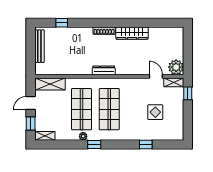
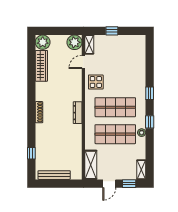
wardrobe: (132, 33) -> (41, 66), moved
plant: (176, 34) -> (43, 42), added
window: (188, 93) -> (112, 31), moved
door: (31, 103) -> (109, 184), hinge flipped
display table: (155, 112) -> (96, 82), moved
window: (146, 145) -> (150, 93), moved

